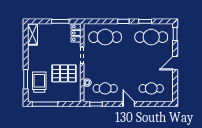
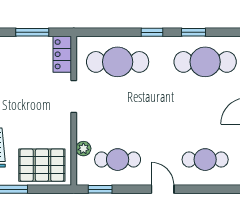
pallet: (64, 73) -> (42, 165), moved

